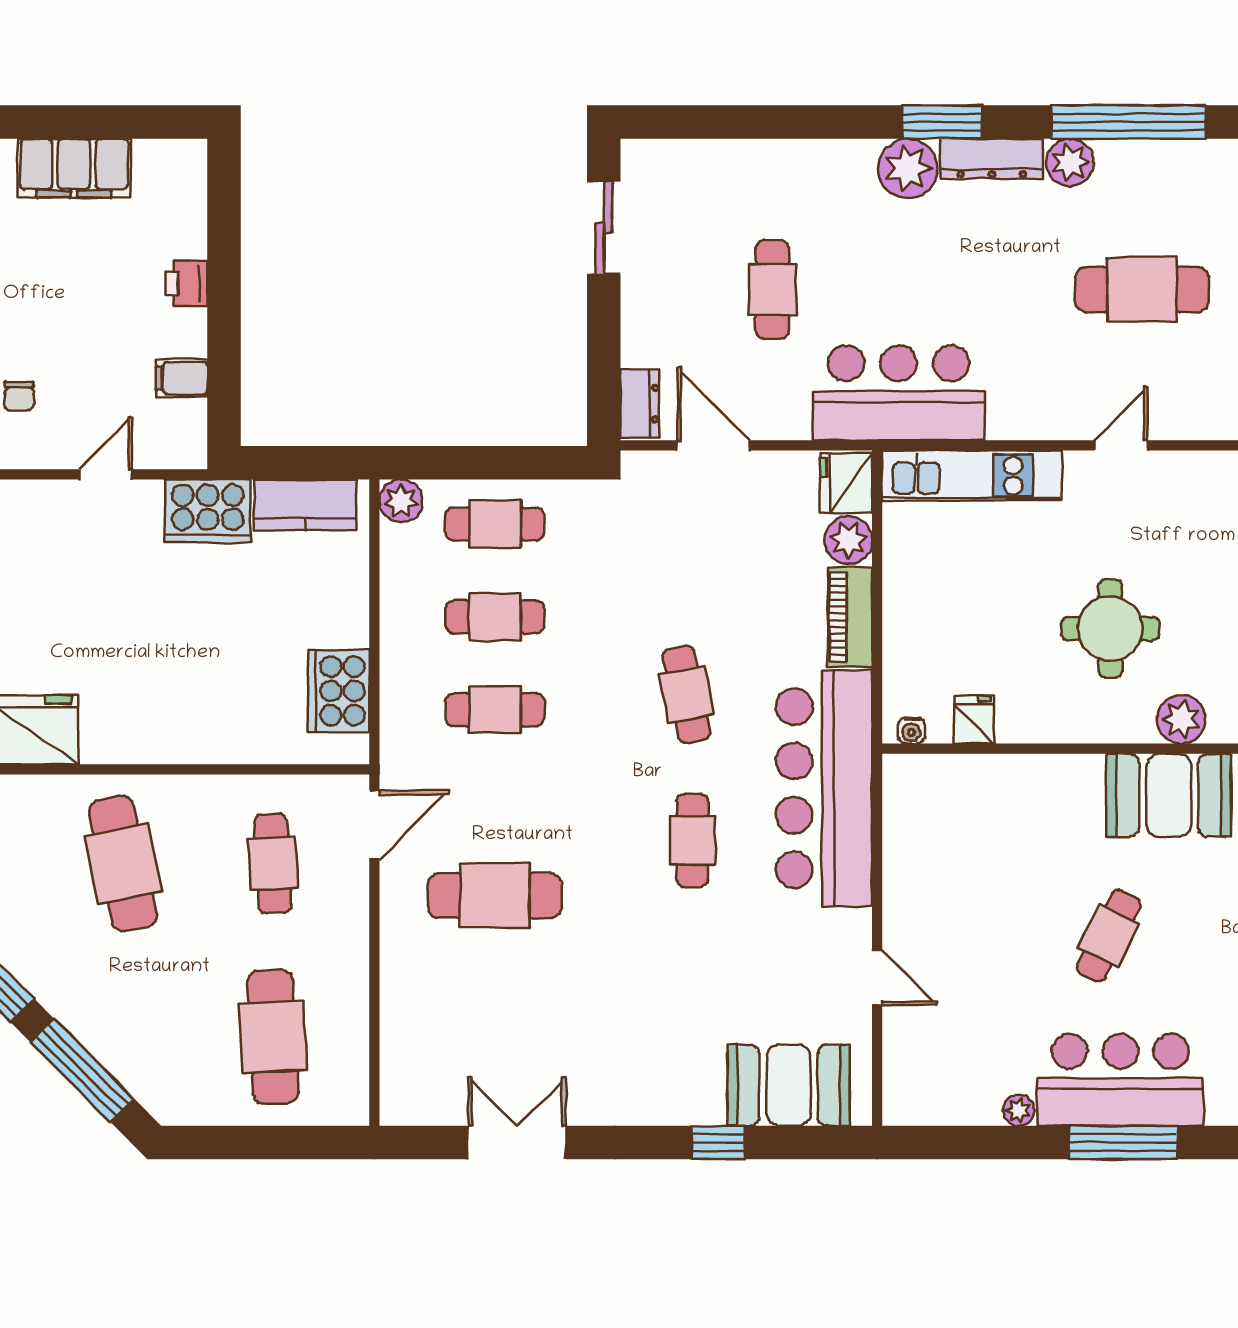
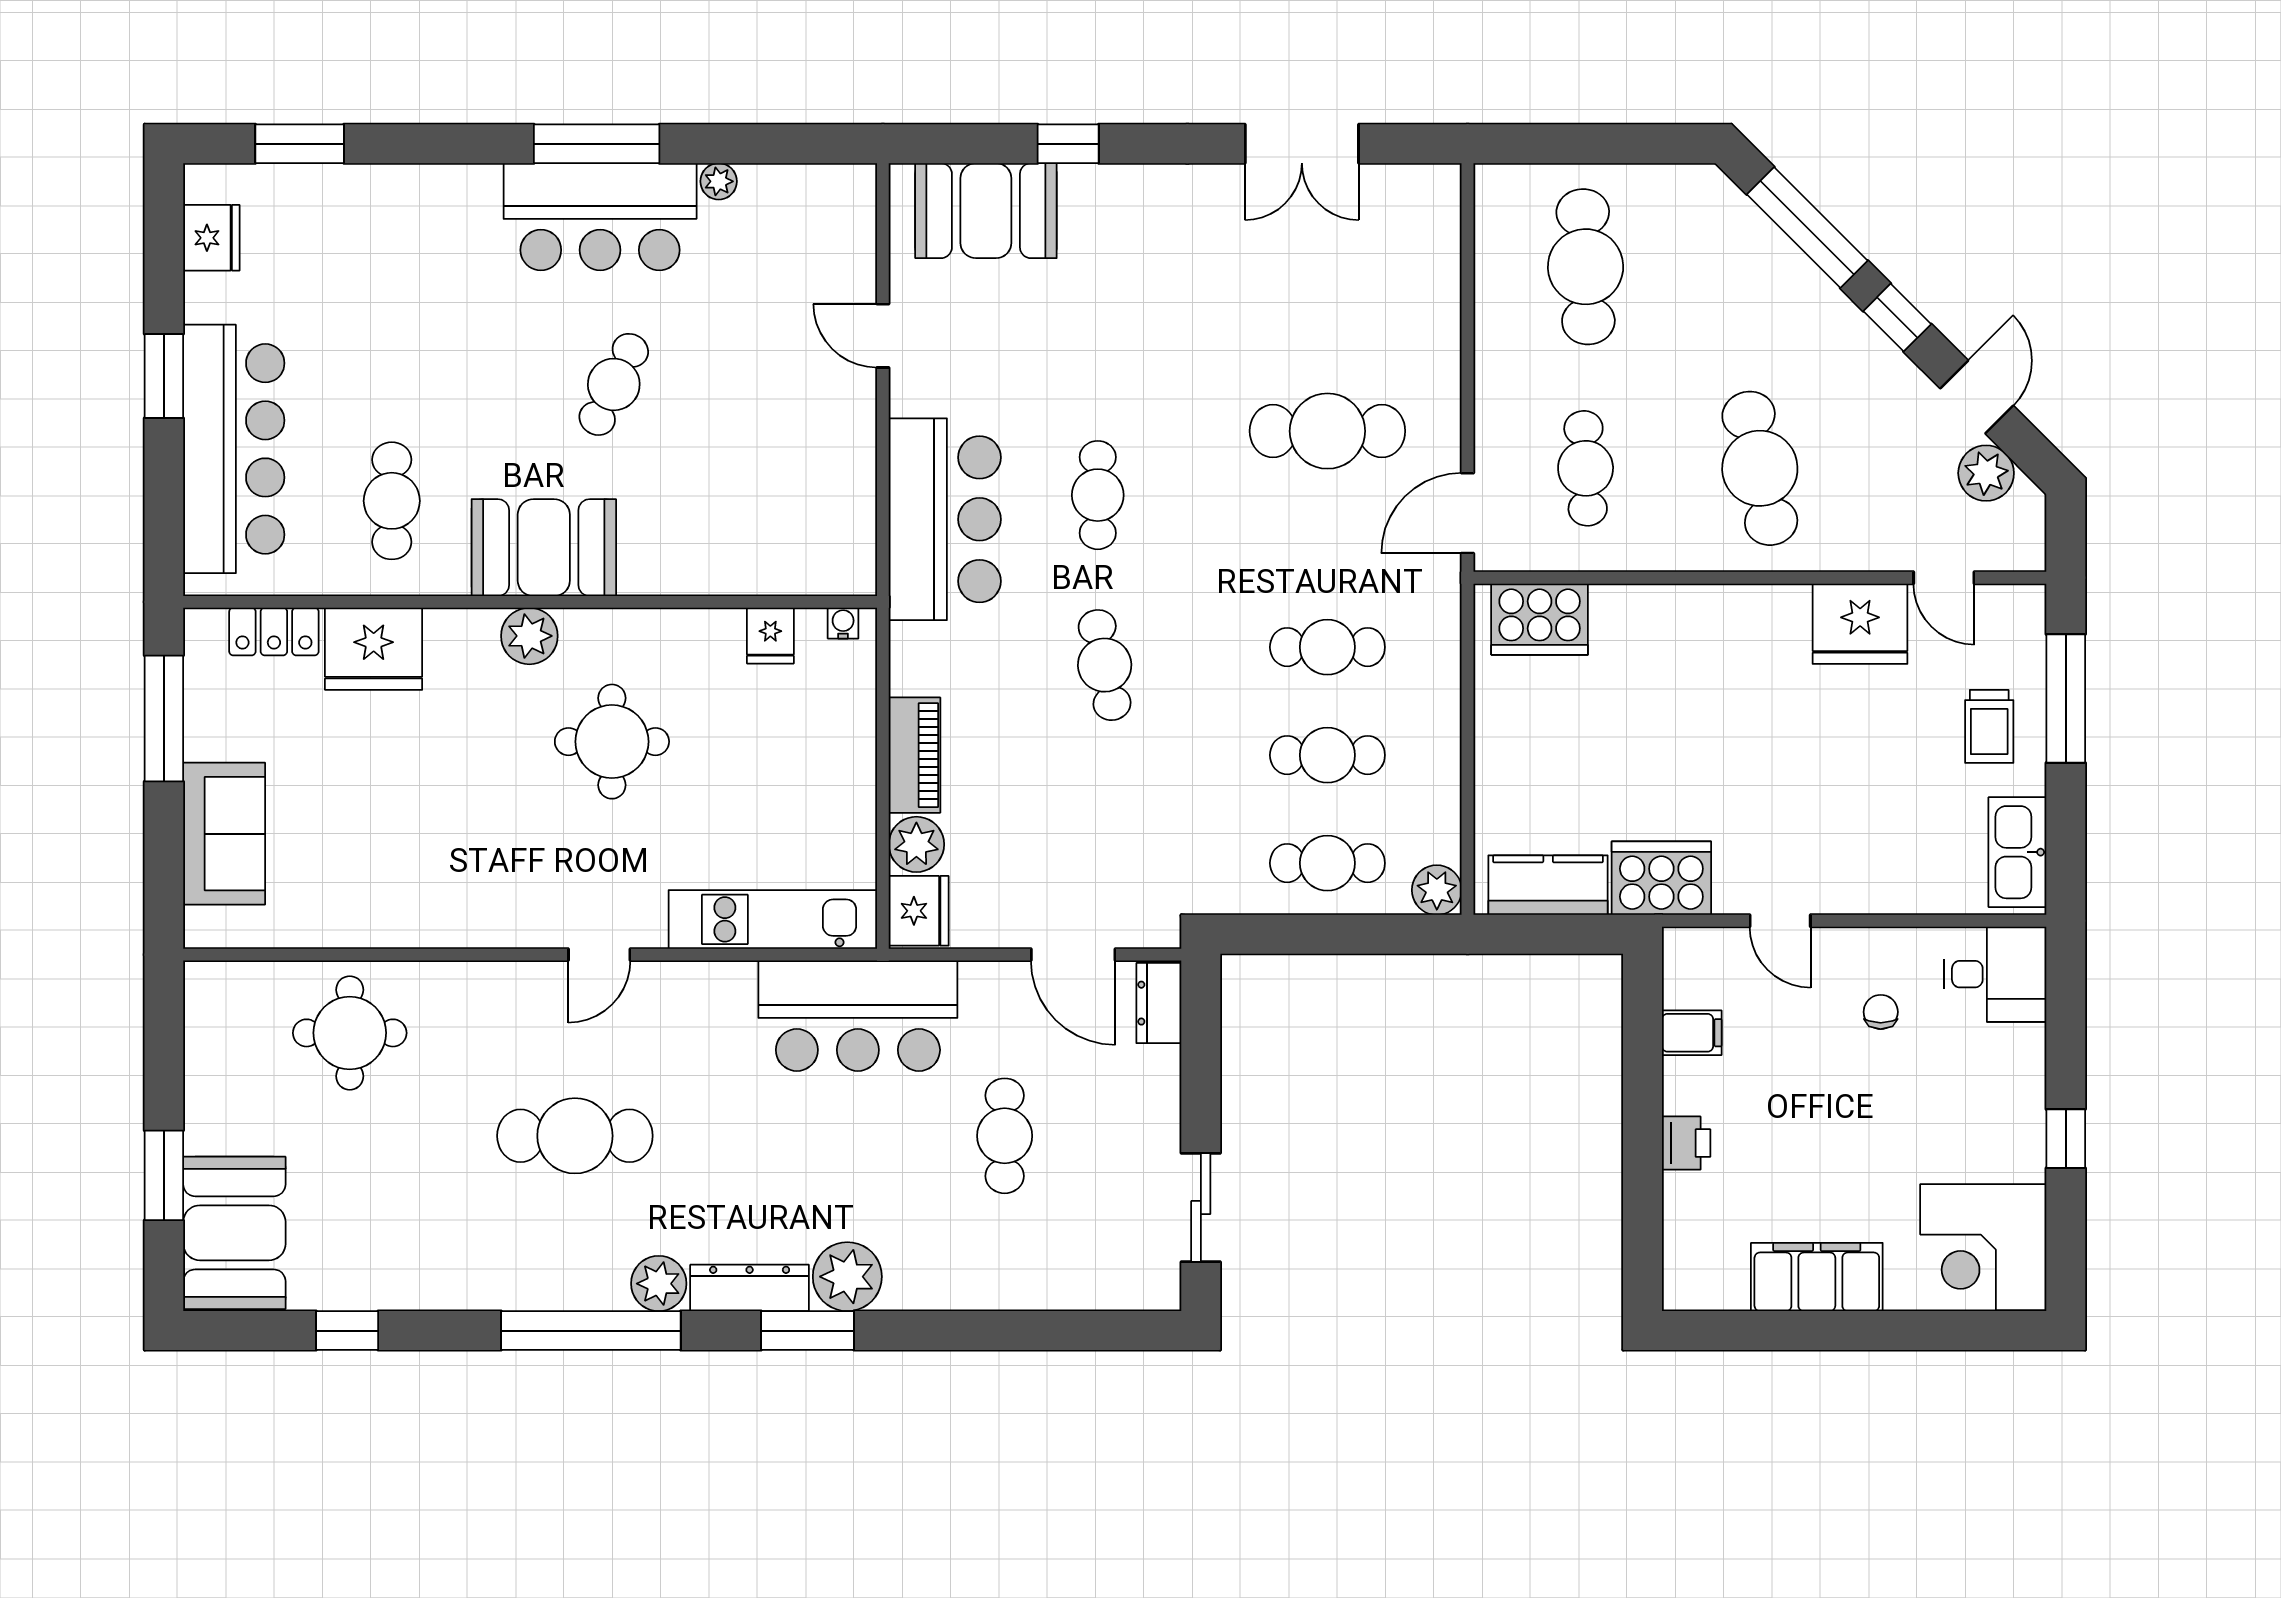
door: (106, 474) -> (1780, 921), hinge flipped
cooker: (339, 691) -> (1540, 619), moved, turned 90
bar counter: (824, 788) -> (945, 519), width x0.73

